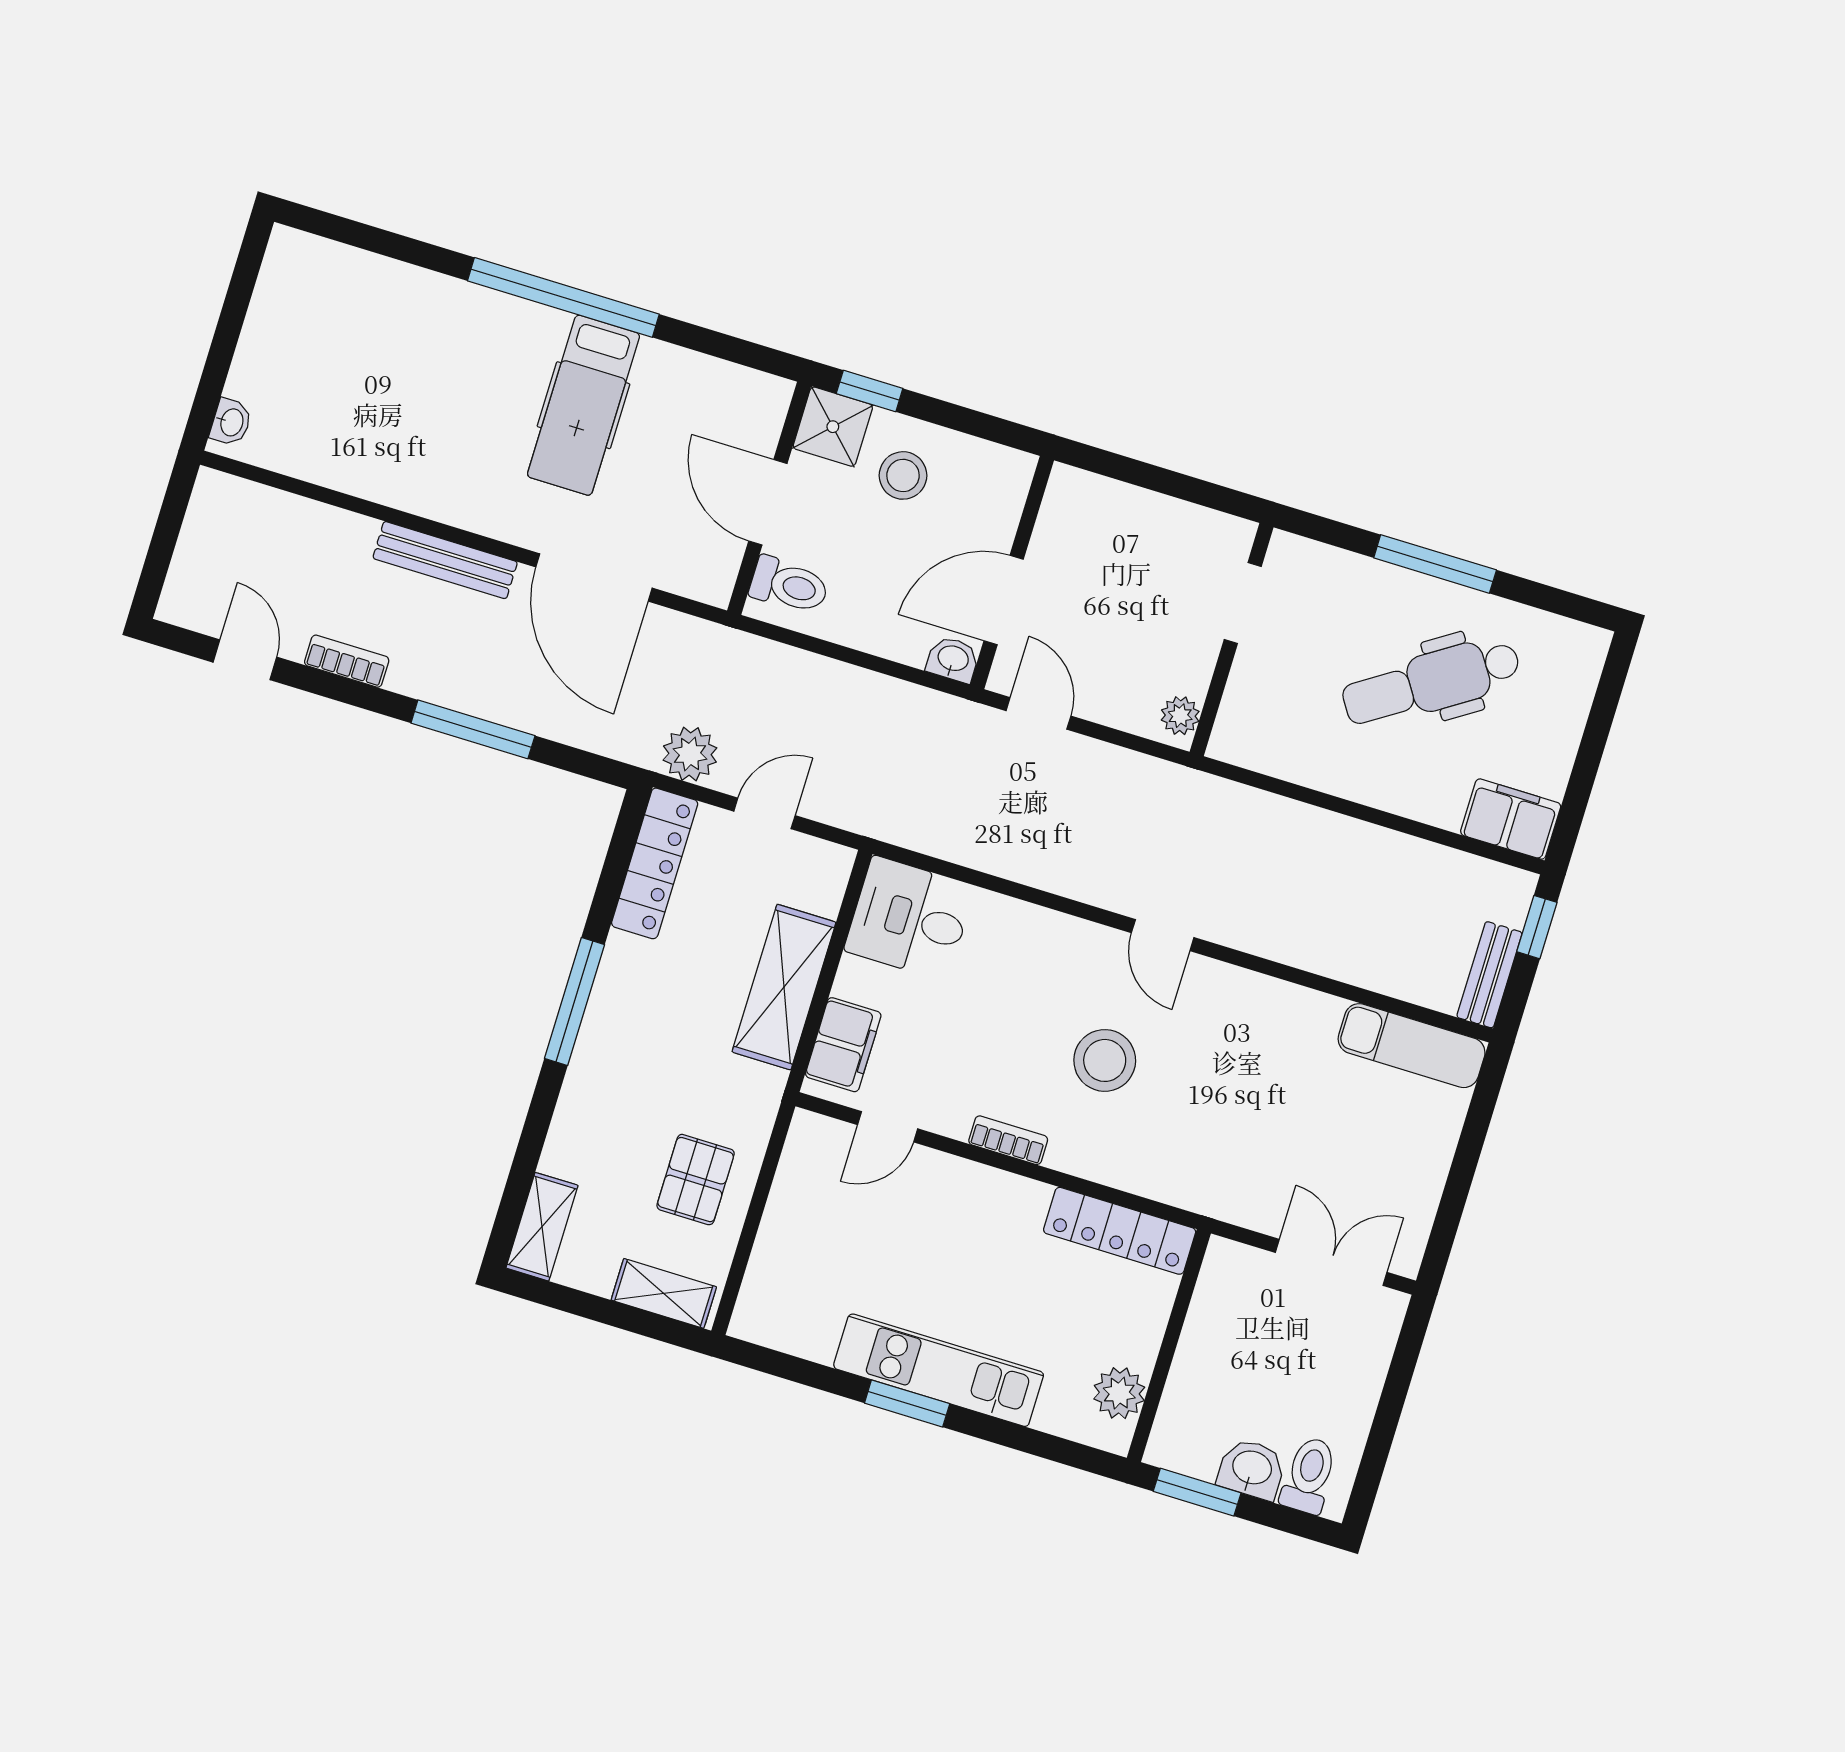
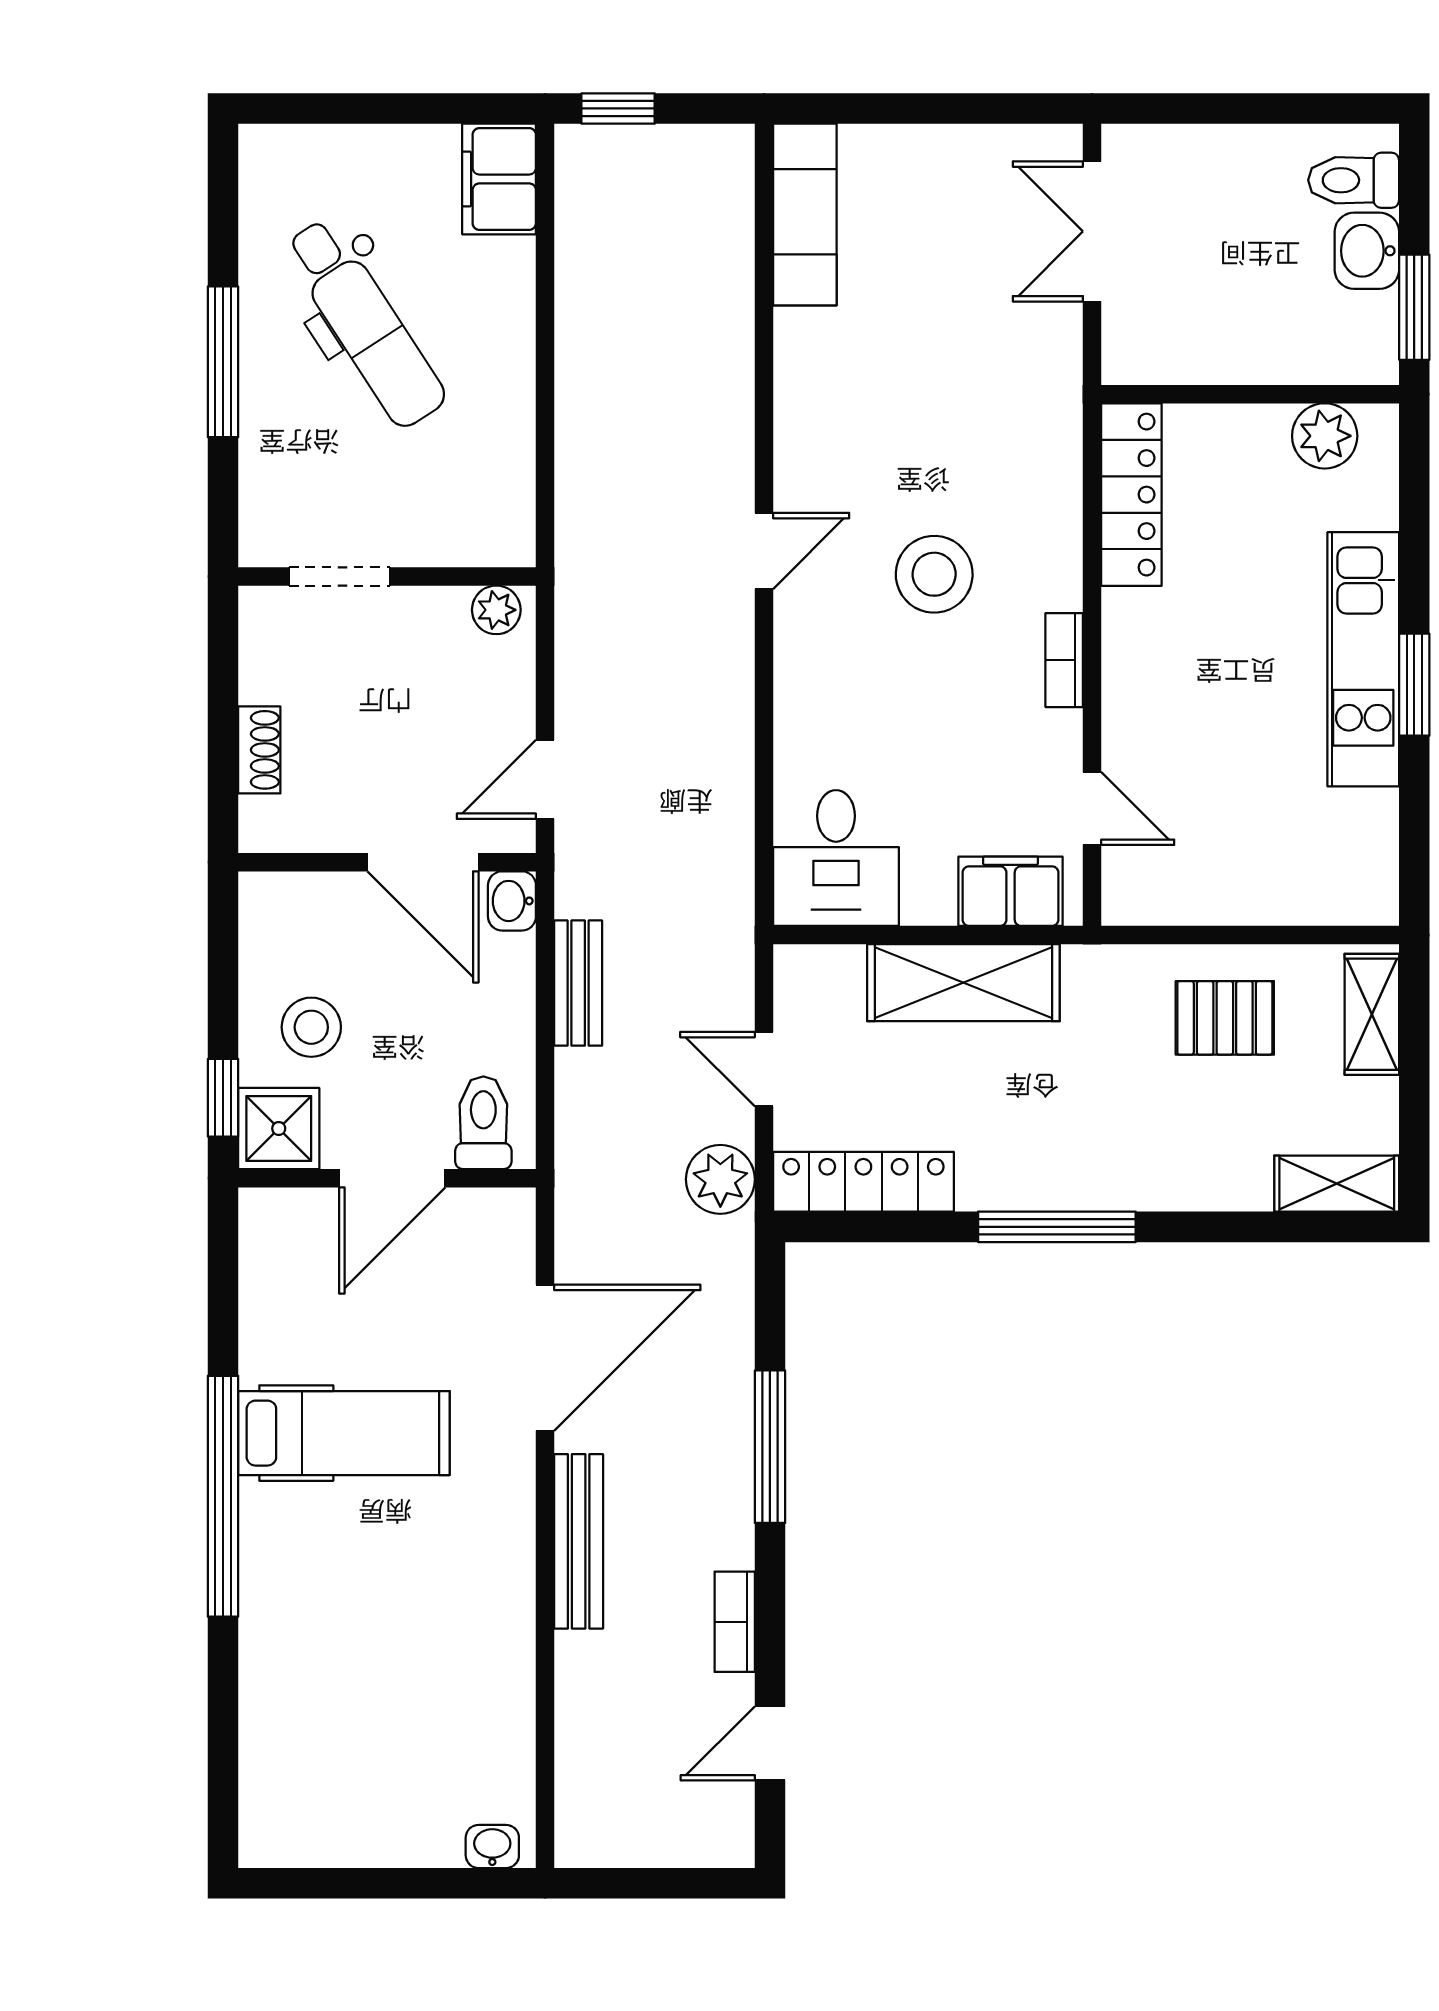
shoe rack: (1128, 501) -> (259, 750), added
bench: (1489, 975) -> (578, 983), moved, turned 90

